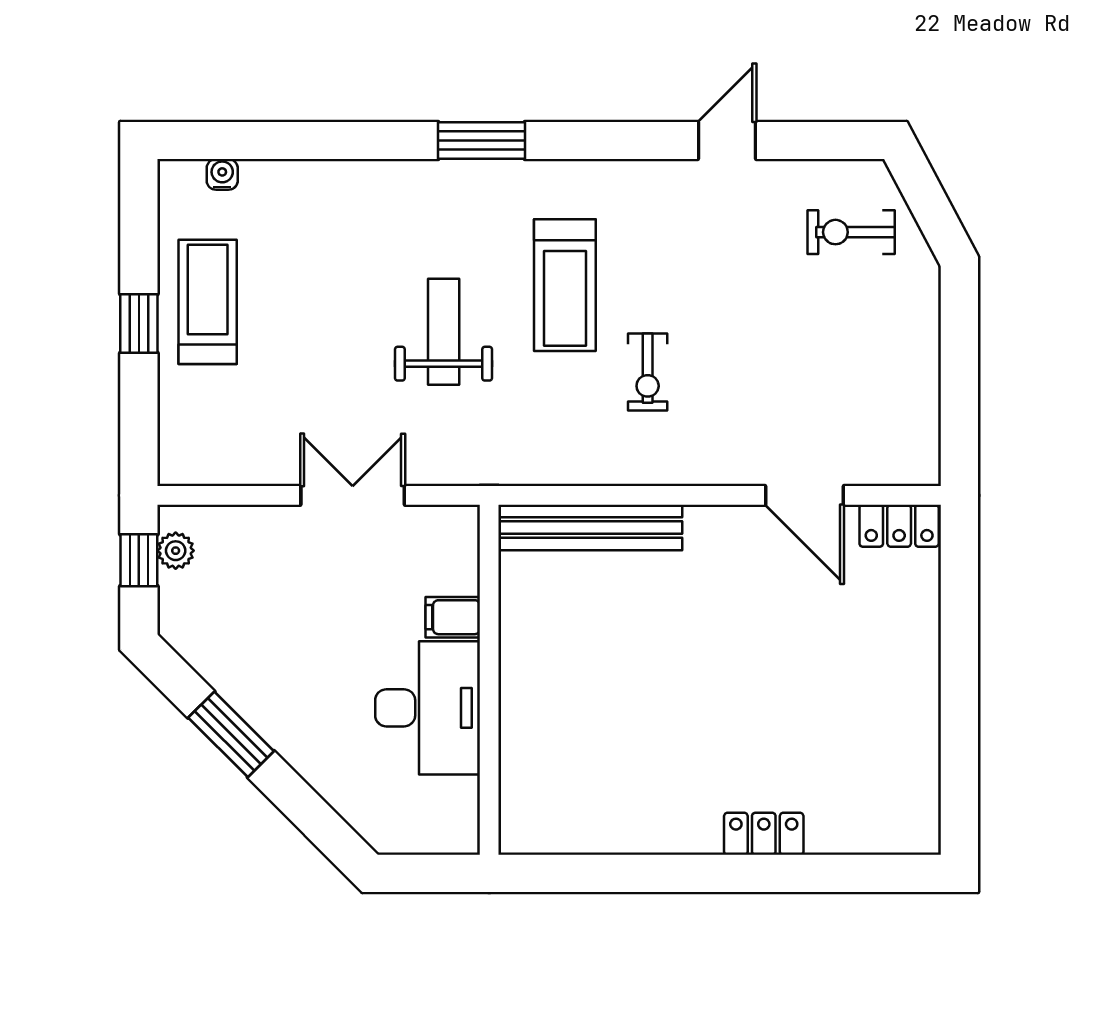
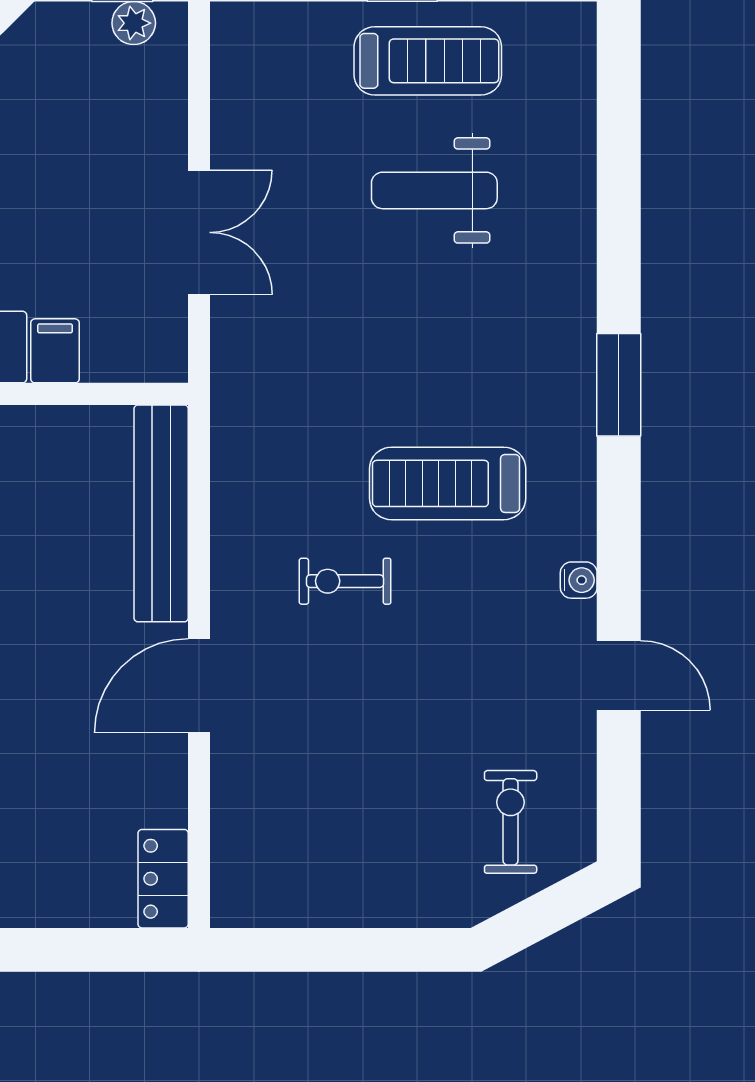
water cooler: (222, 174) -> (579, 580), moved
weight bench: (444, 332) -> (434, 190), moved, turned 180
door: (804, 495) -> (199, 686), moved

